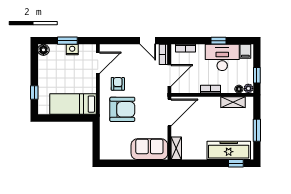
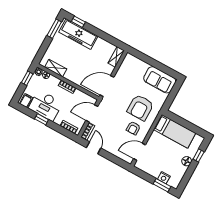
window: (67, 41) -> (162, 185), moved
floor lamp: (43, 50) -> (187, 161), moved
nightstand: (72, 50) -> (164, 178), moved
armchair: (122, 109) -> (140, 107), turned -90
window: (257, 130) -> (54, 29), moved
sofa: (149, 149) -> (160, 80), moved

